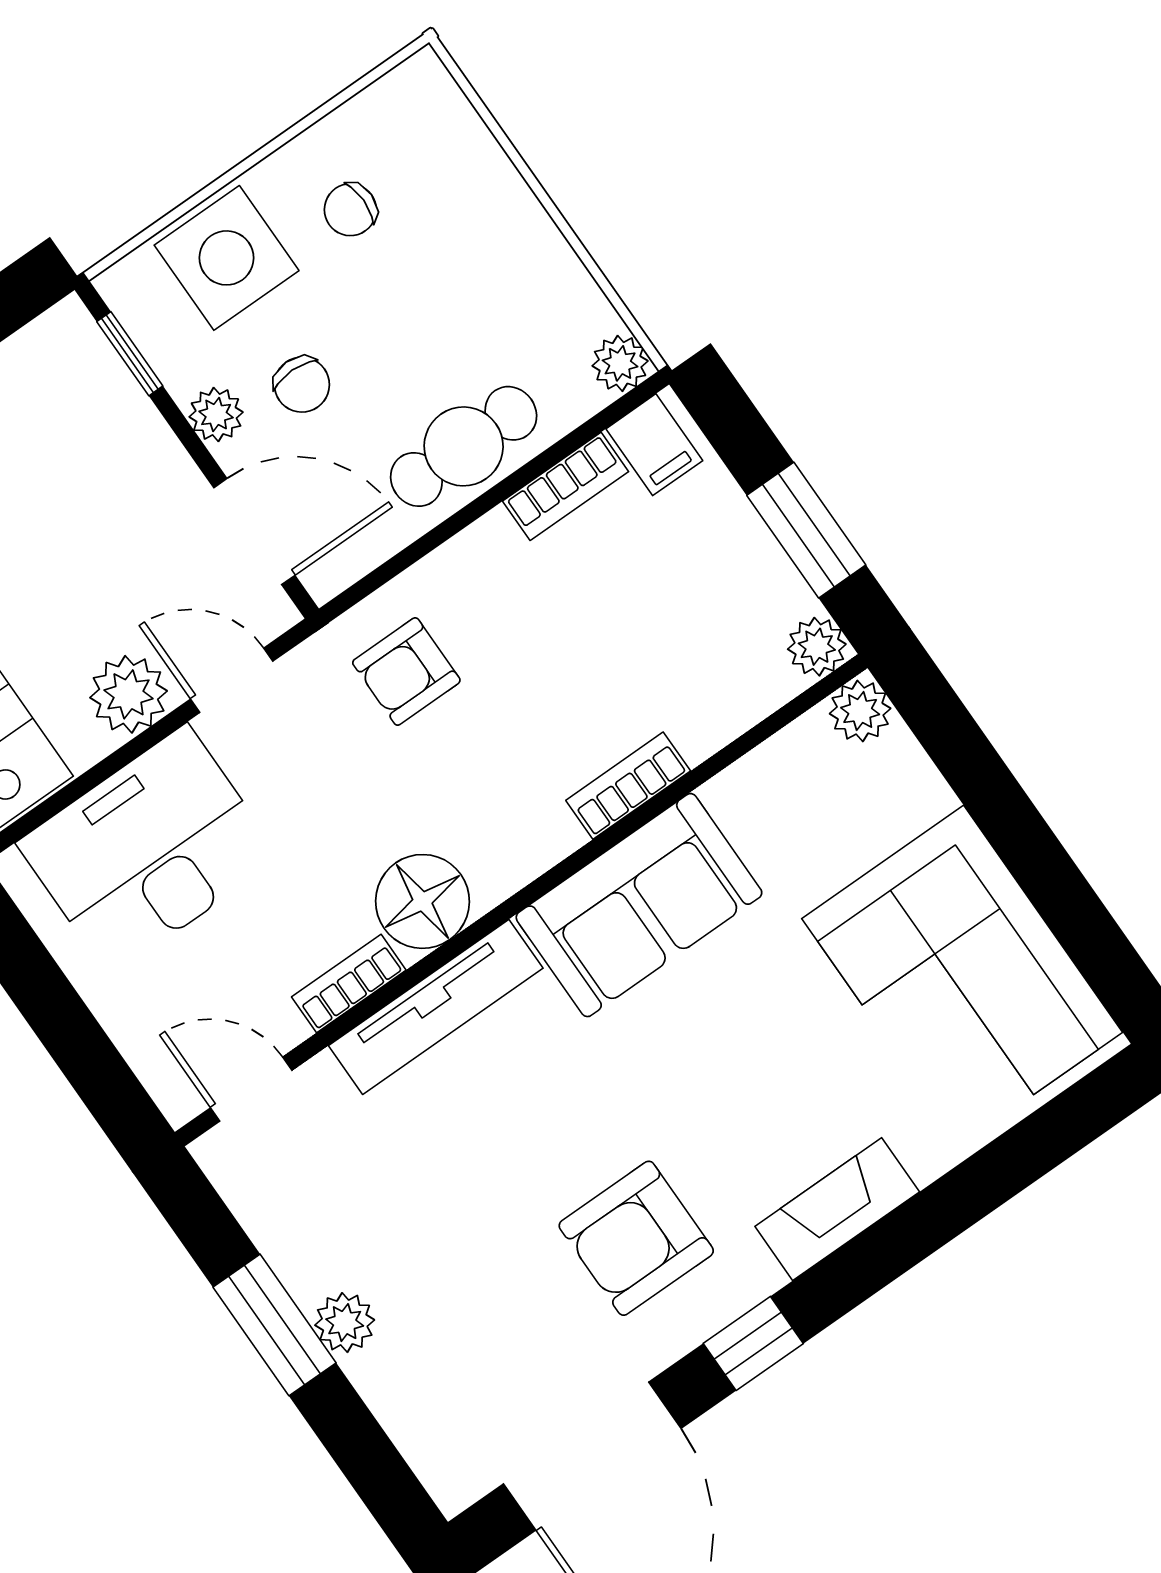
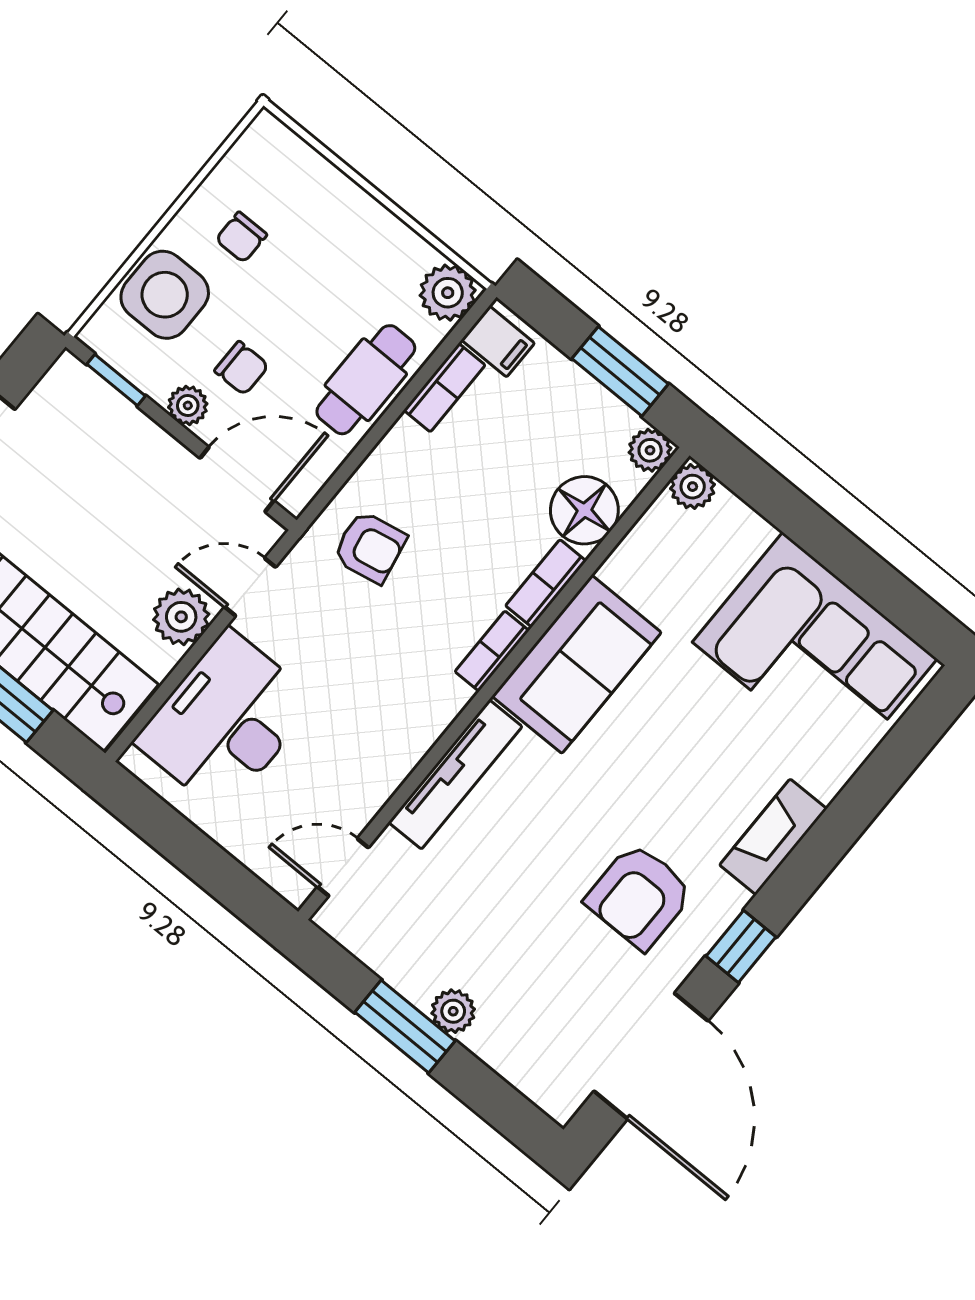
plant: (620, 363) -> (448, 293), width x1.38, depth x1.38
armchair: (406, 671) -> (370, 547), turned -101
floor lamp: (422, 901) -> (584, 510), moved
bookcase: (349, 984) -> (492, 651), moved

